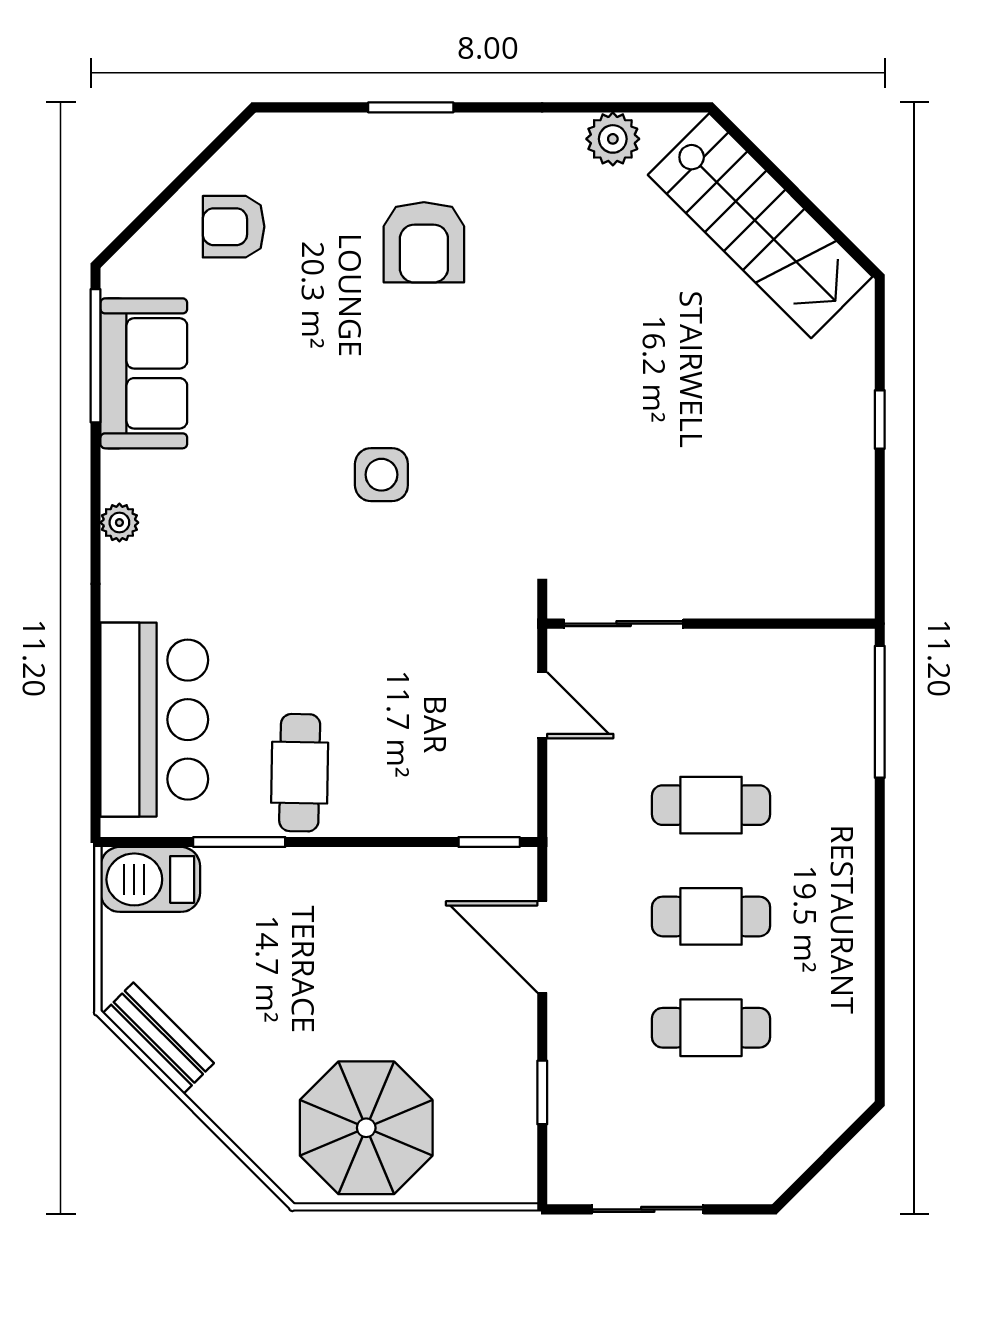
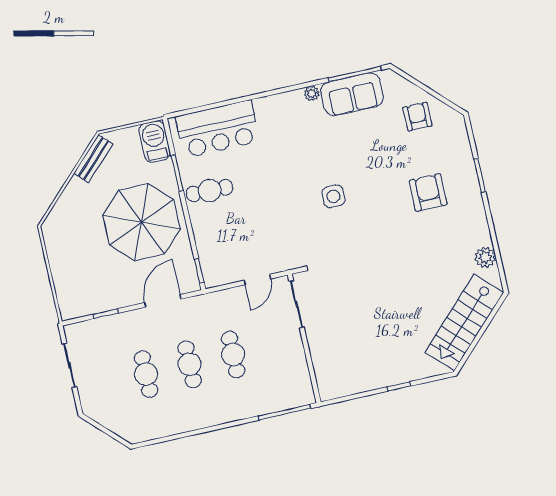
armchair: (424, 242) -> (428, 192), turned 90
plant: (119, 523) -> (312, 93), moved
parasol: (366, 1128) -> (141, 222), moved, width x1.36, depth x1.36

